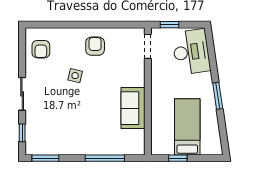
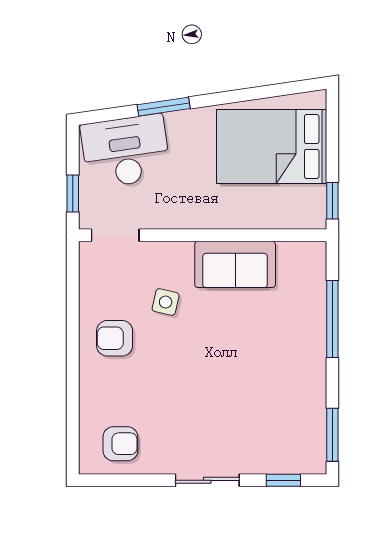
side table: (75, 76) -> (166, 302), moved
window: (218, 96) -> (164, 107), moved
bed: (187, 127) -> (272, 146), width x1.50
window: (178, 158) -> (332, 201), moved

